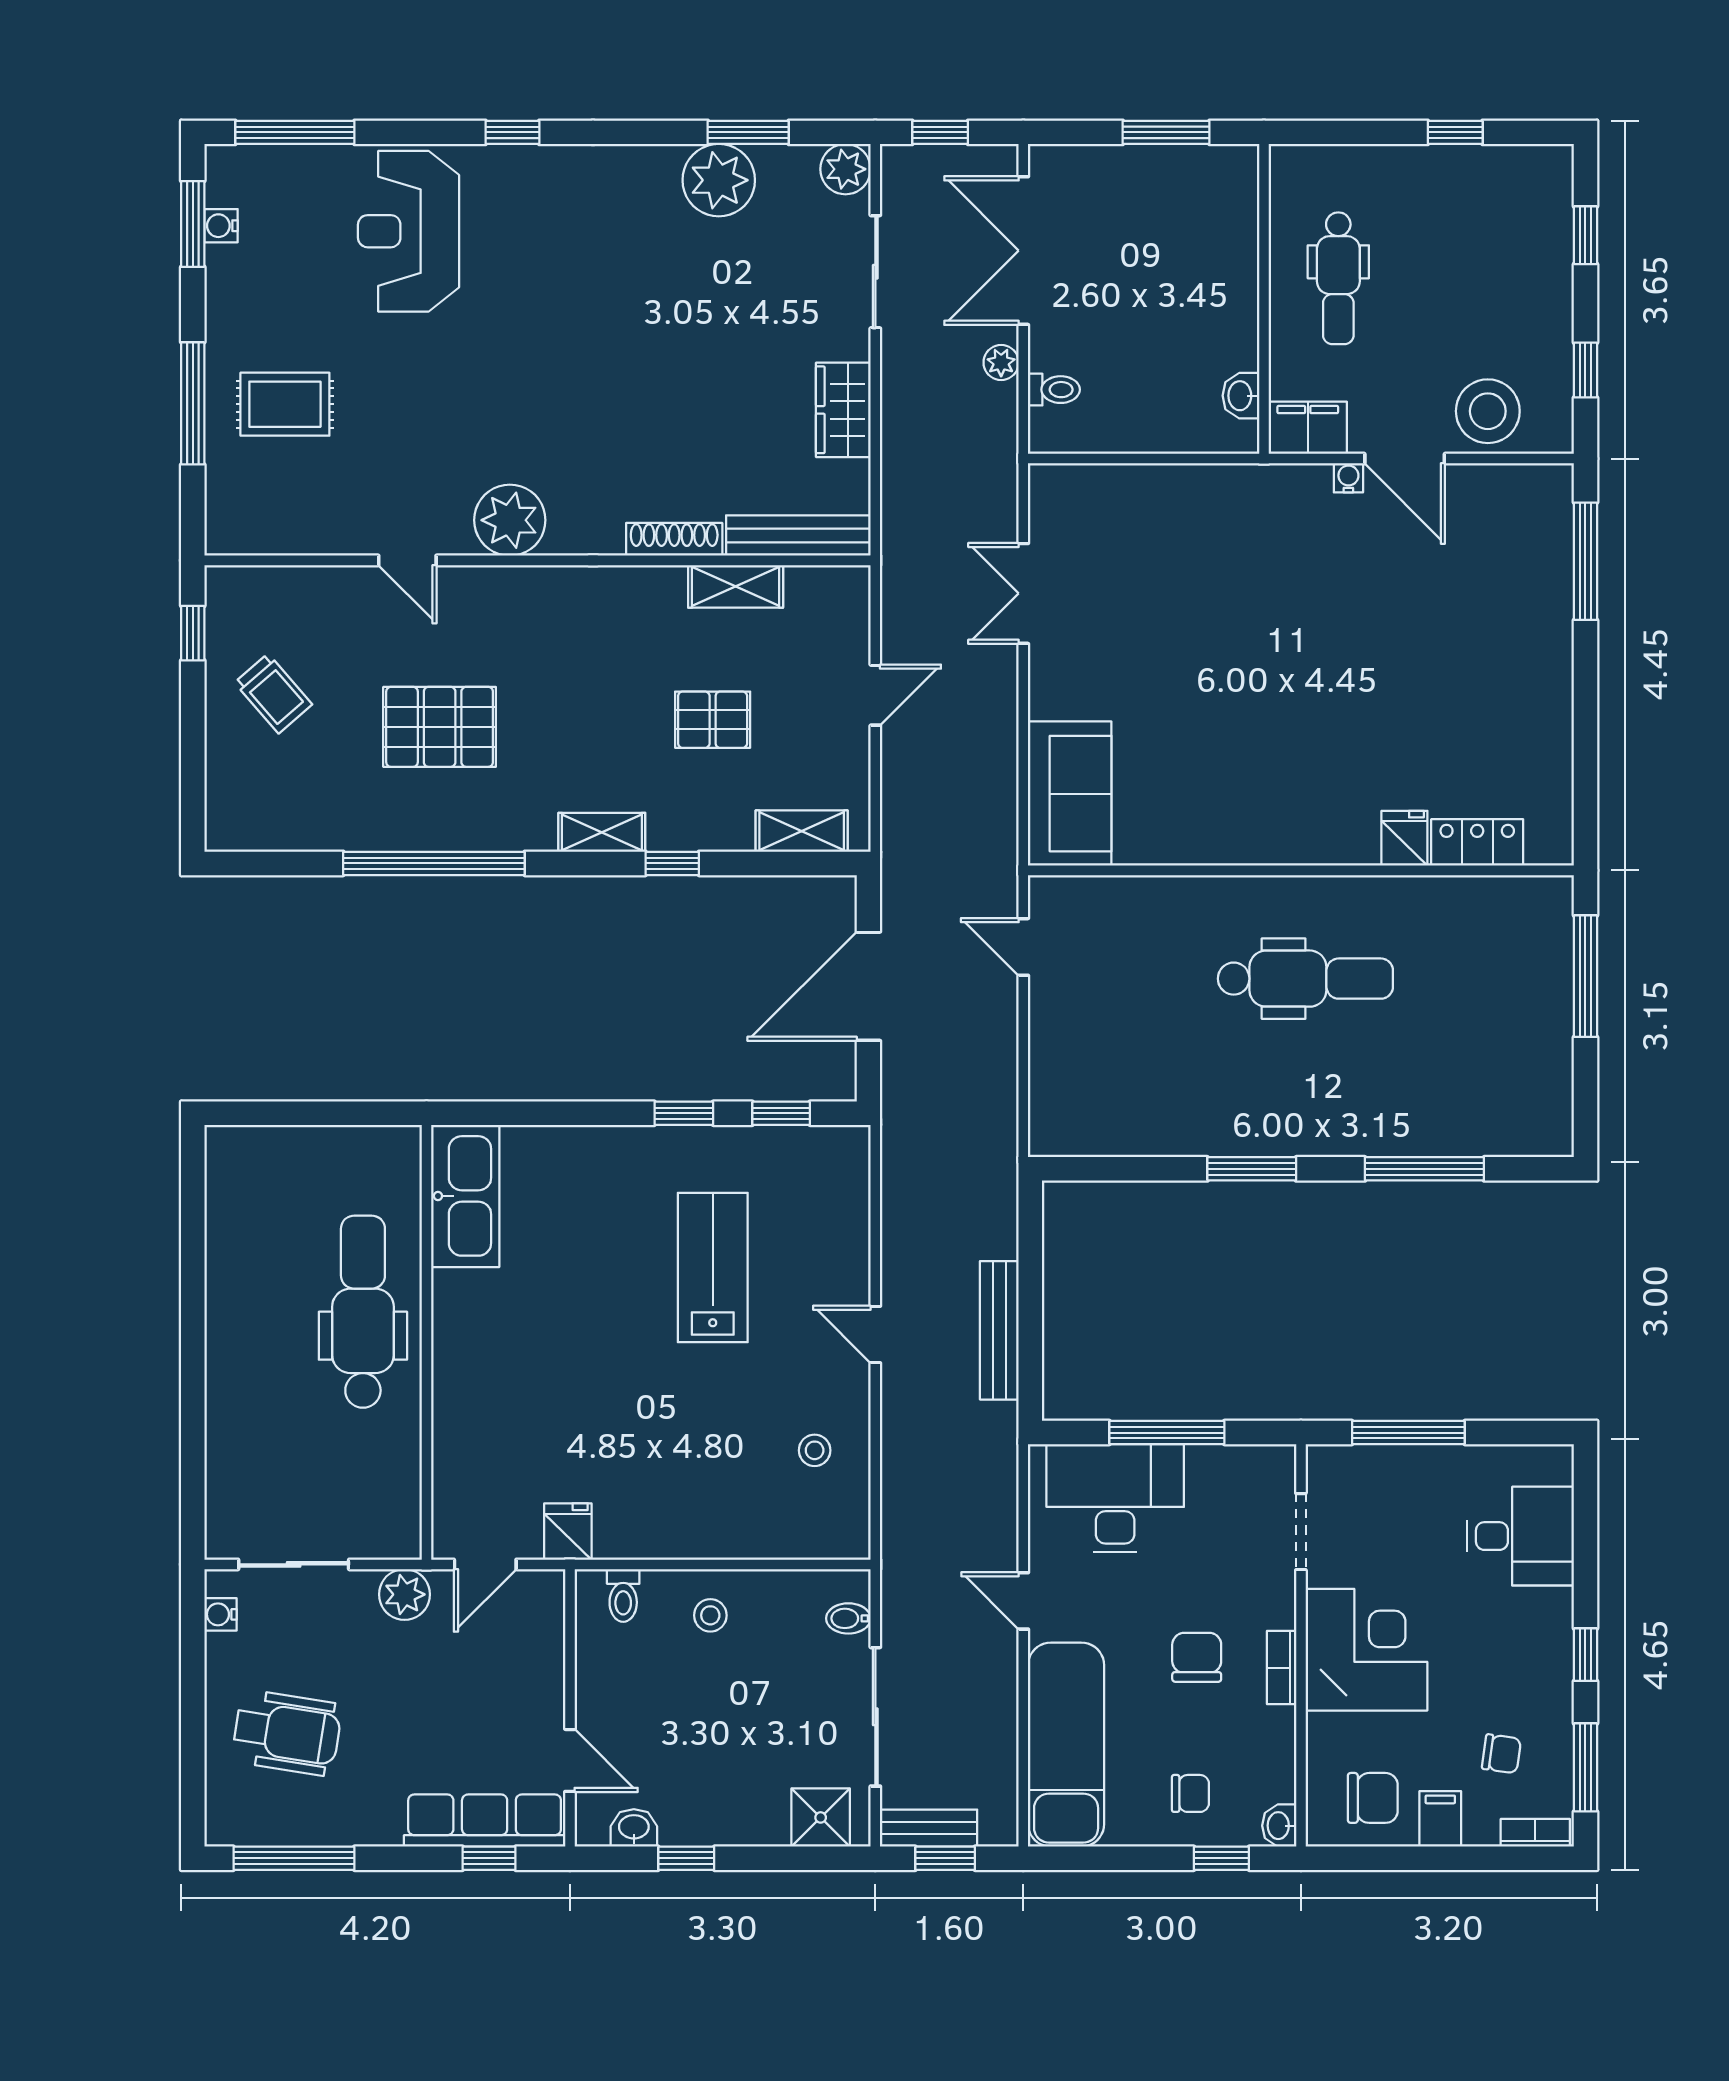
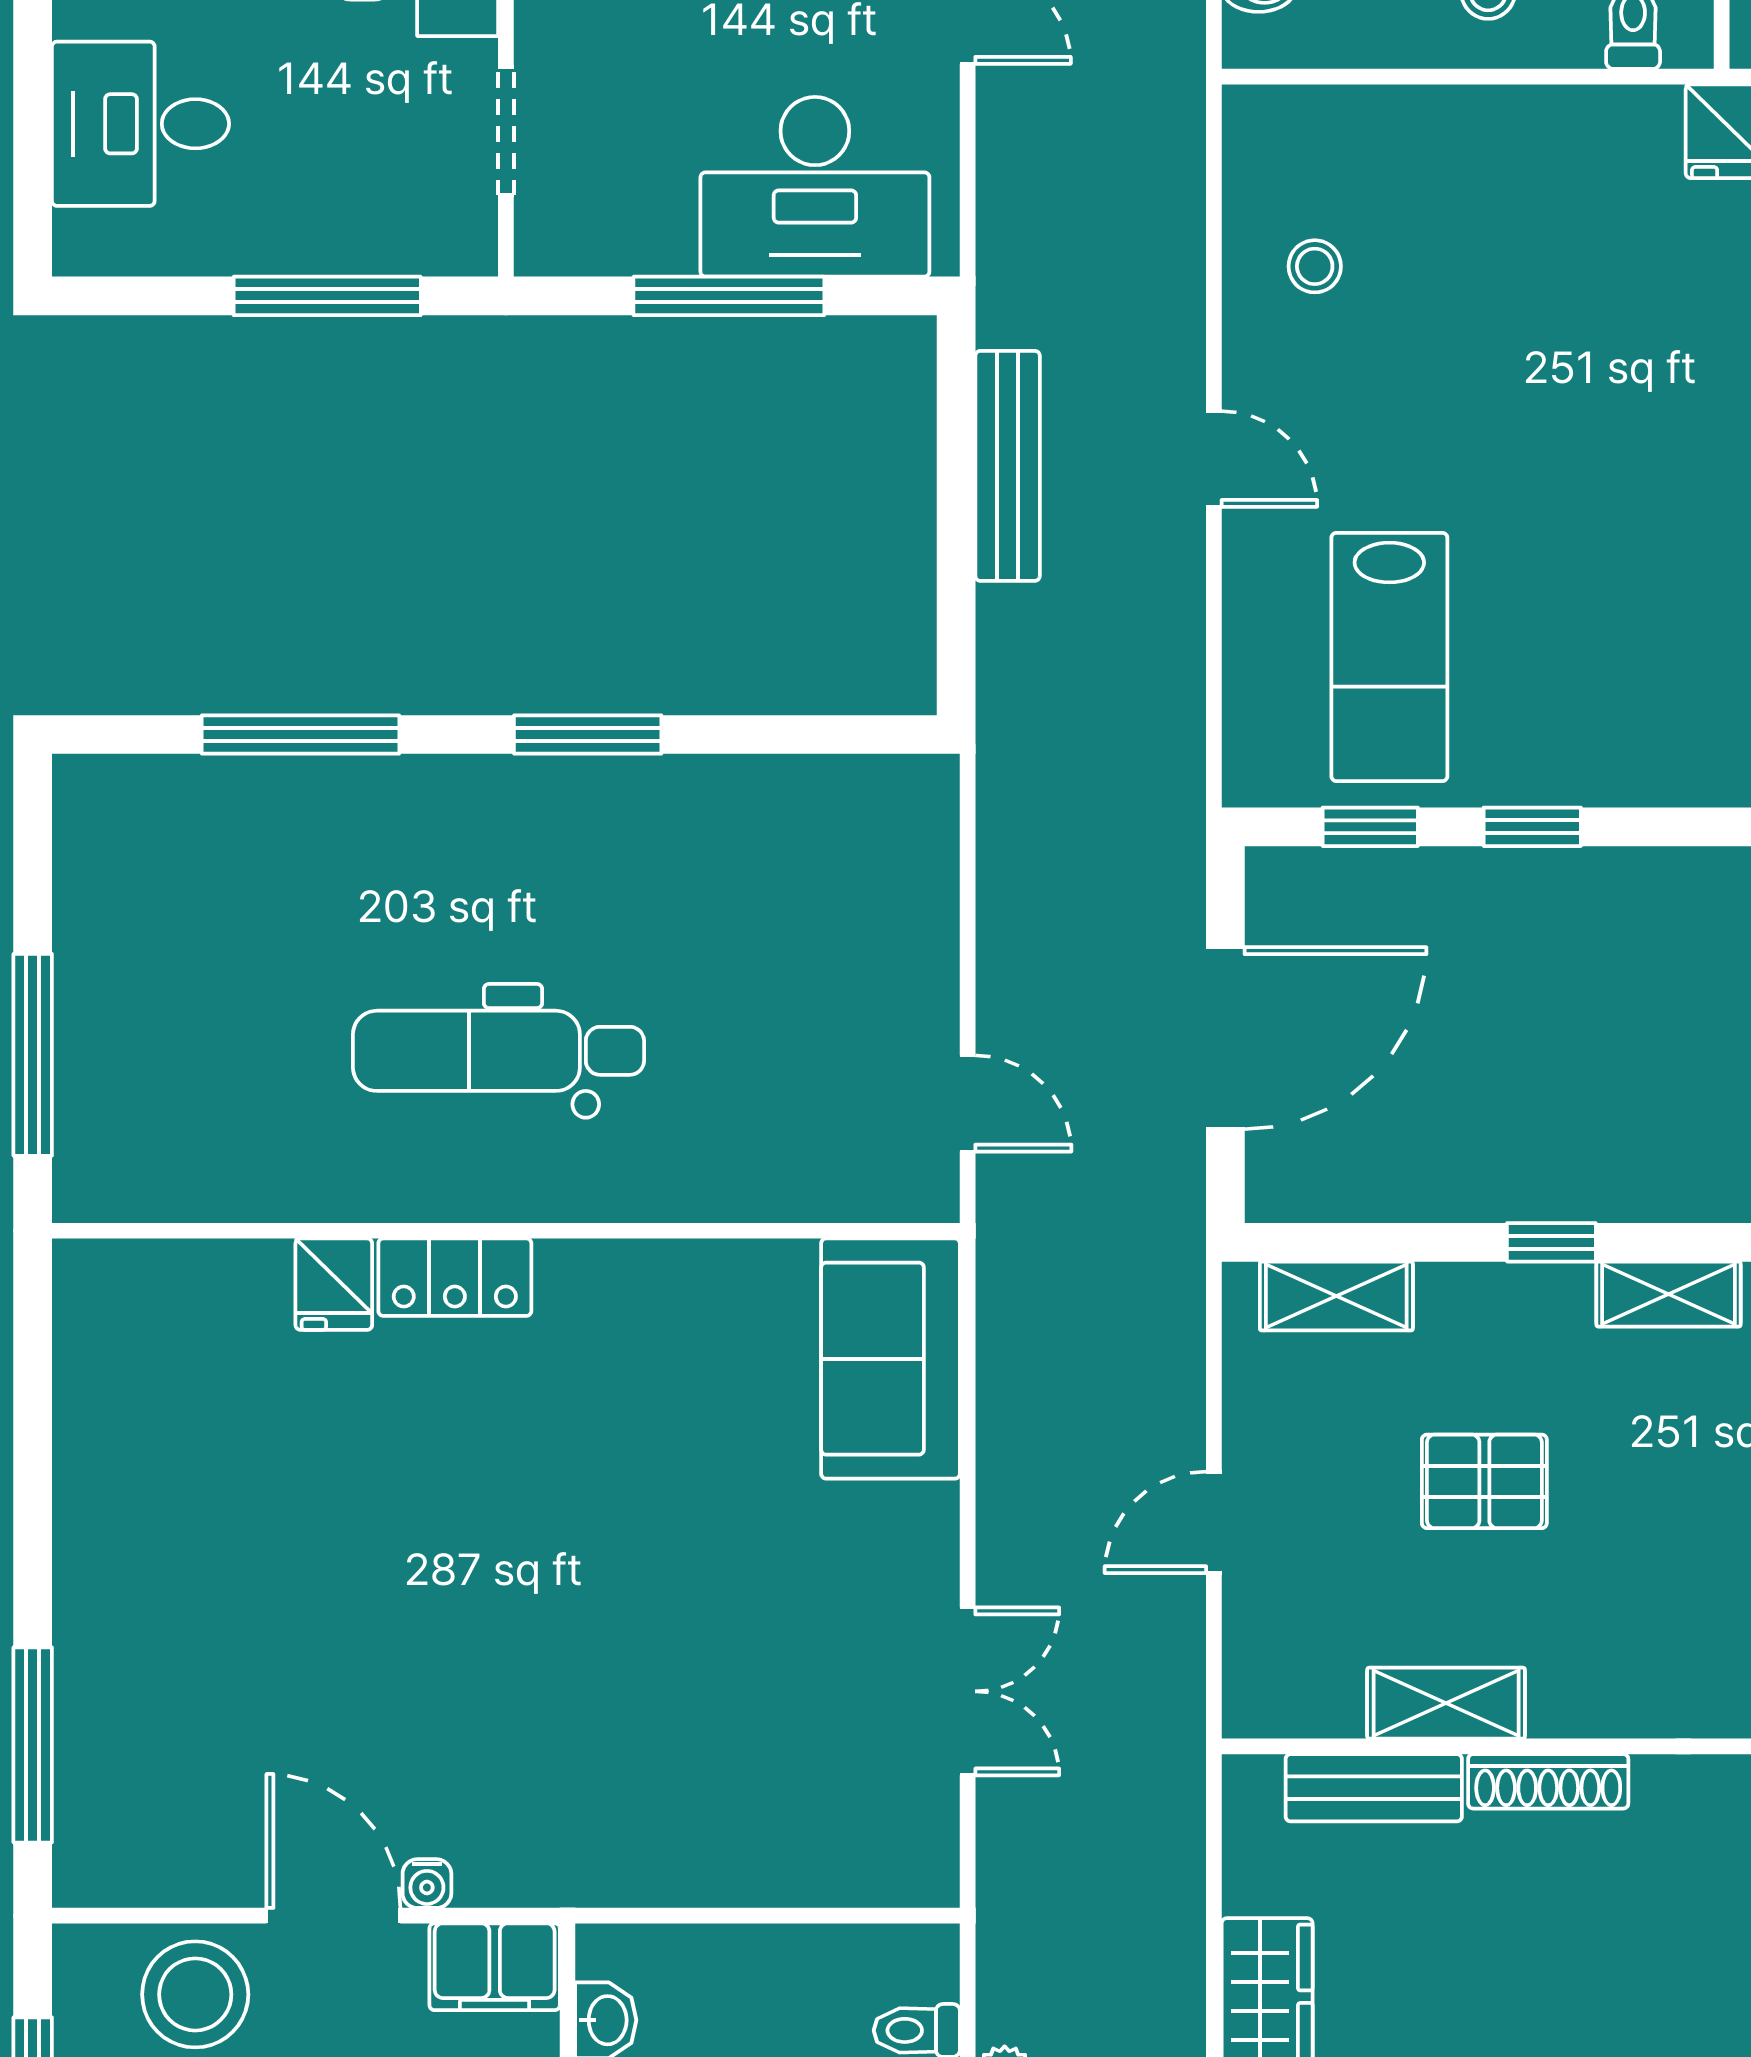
bench: (798, 536) -> (1374, 1788), width x0.73
locker: (1477, 842) -> (455, 1277), moved
lab bench: (713, 1267) -> (1389, 657), moved

